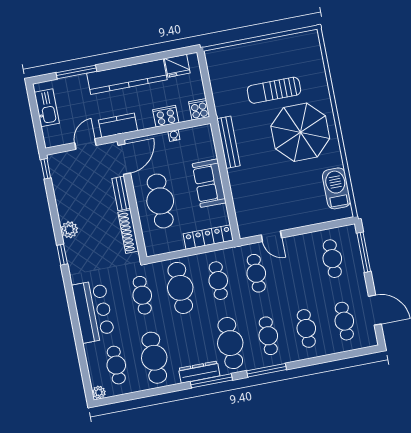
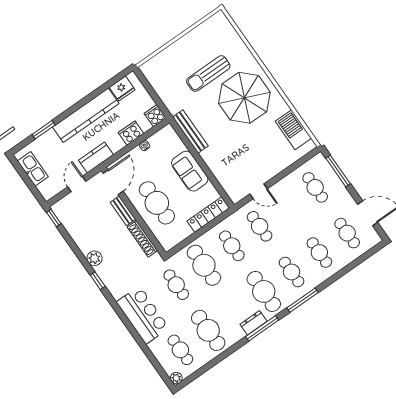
window: (76, 72) -> (44, 130), width x0.69
dresser: (199, 372) -> (254, 323), width x0.70

